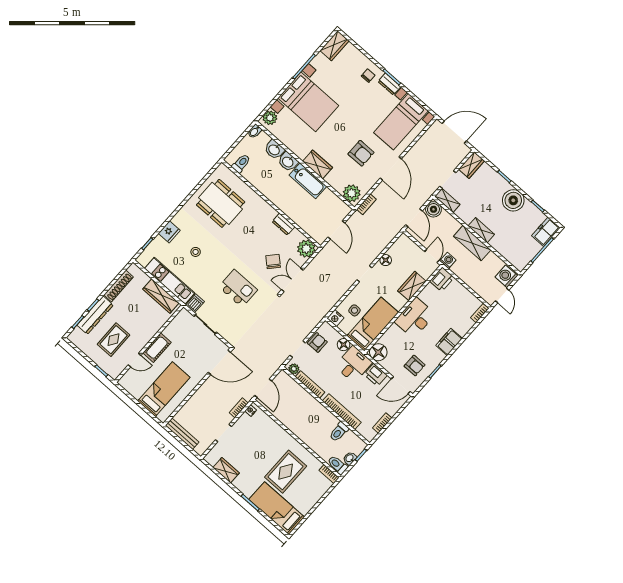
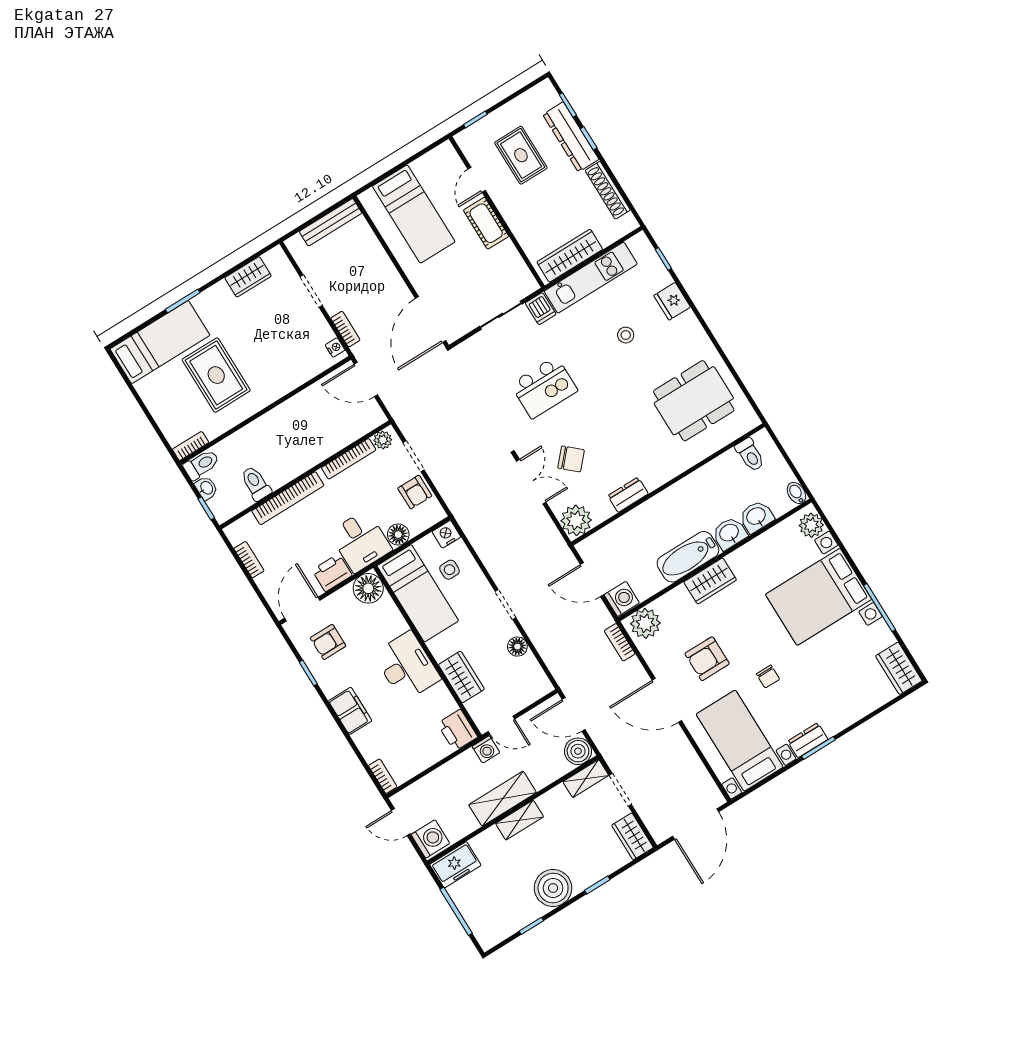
chair: (368, 76) -> (768, 677), moved
washing machine: (342, 210) -> (622, 599), added
freezer: (546, 232) -> (455, 865), moved, turned 90

